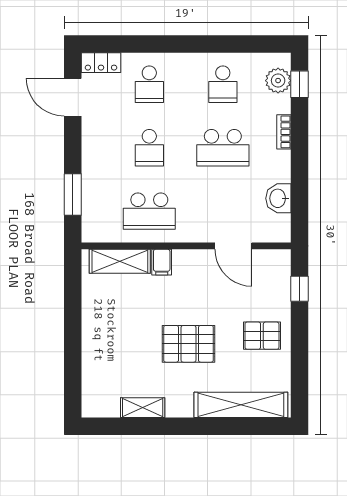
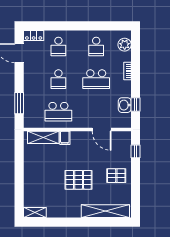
window: (299, 84) -> (135, 105), moved
shelving: (143, 408) -> (35, 213), moved

